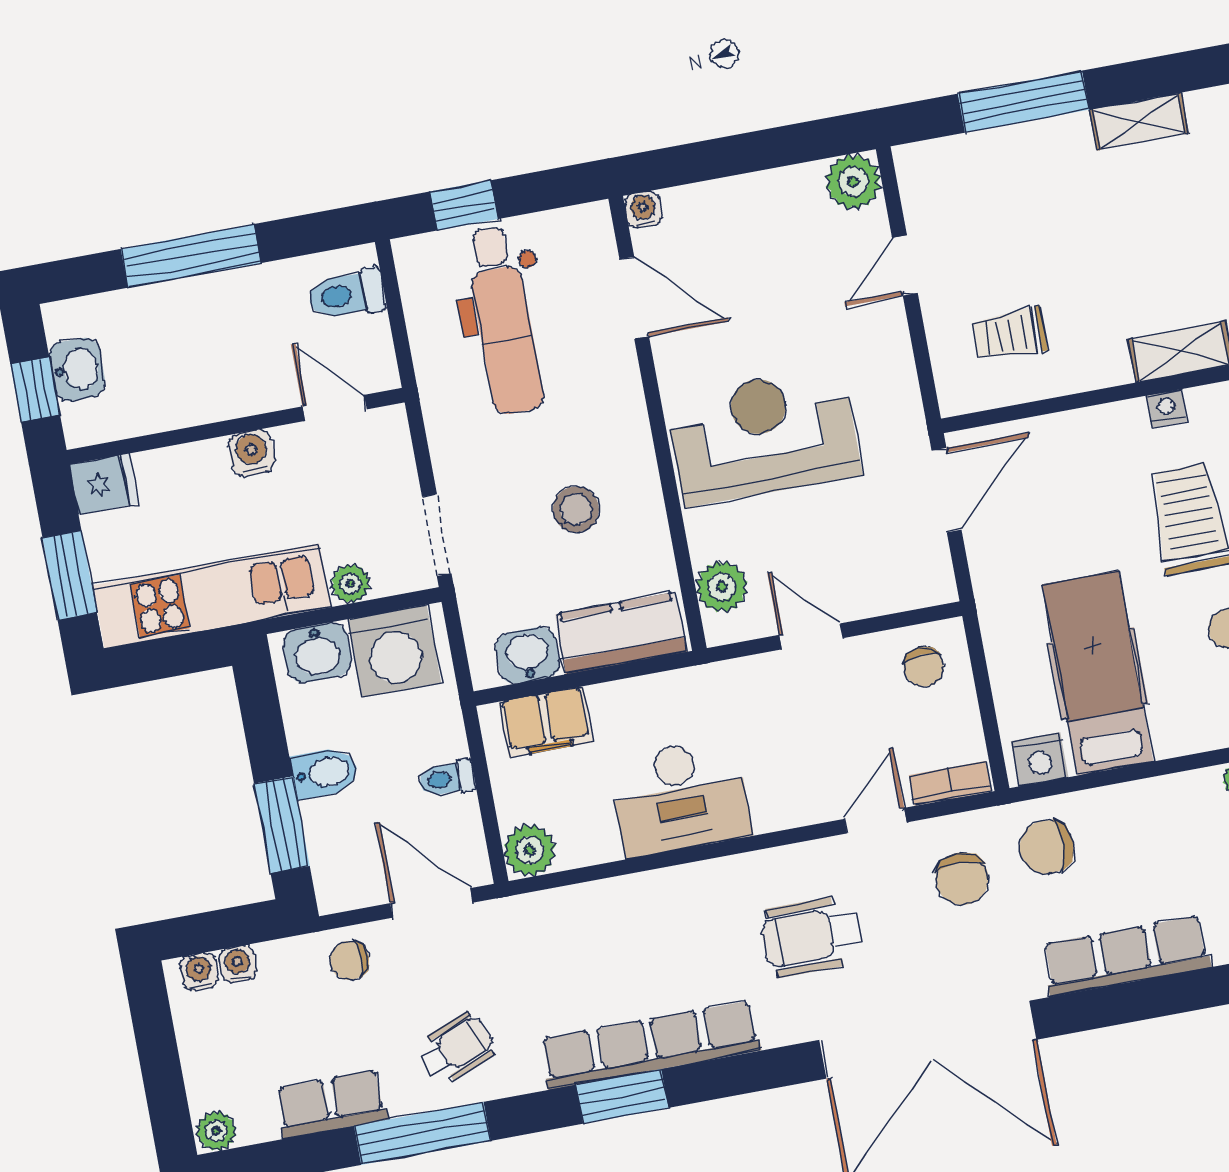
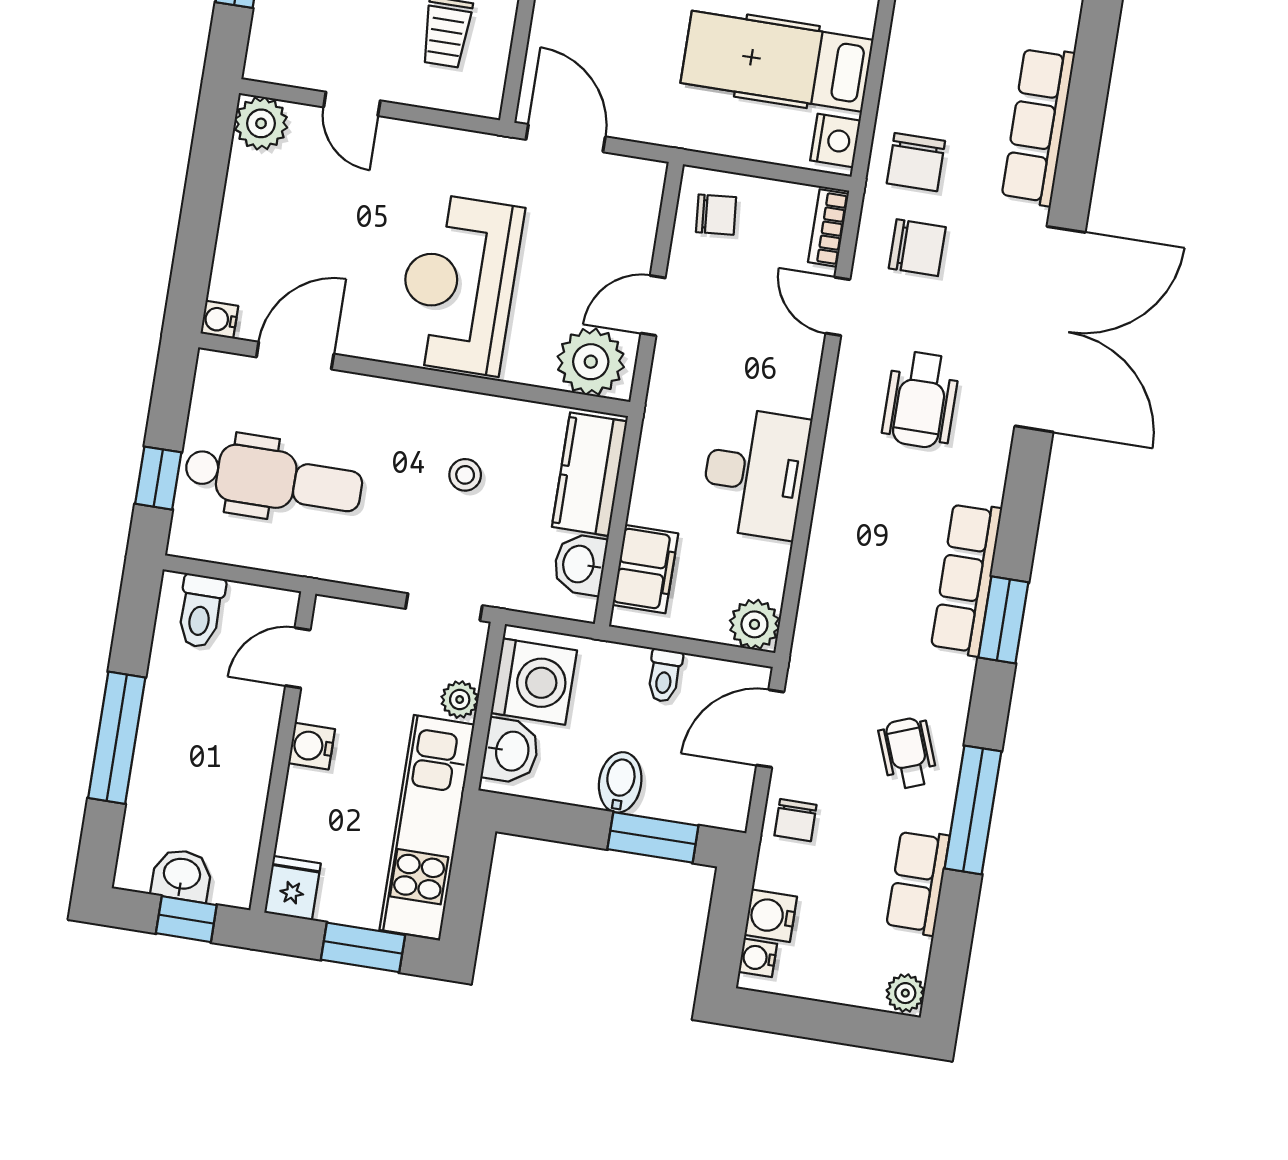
stool: (576, 509) -> (465, 475), width x0.73, depth x0.73
plant: (722, 587) -> (591, 362), width x1.36, depth x1.36
water cooler: (238, 964) -> (771, 916), width x1.38, depth x1.38
row of seats: (650, 1045) -> (966, 579), width x0.73

